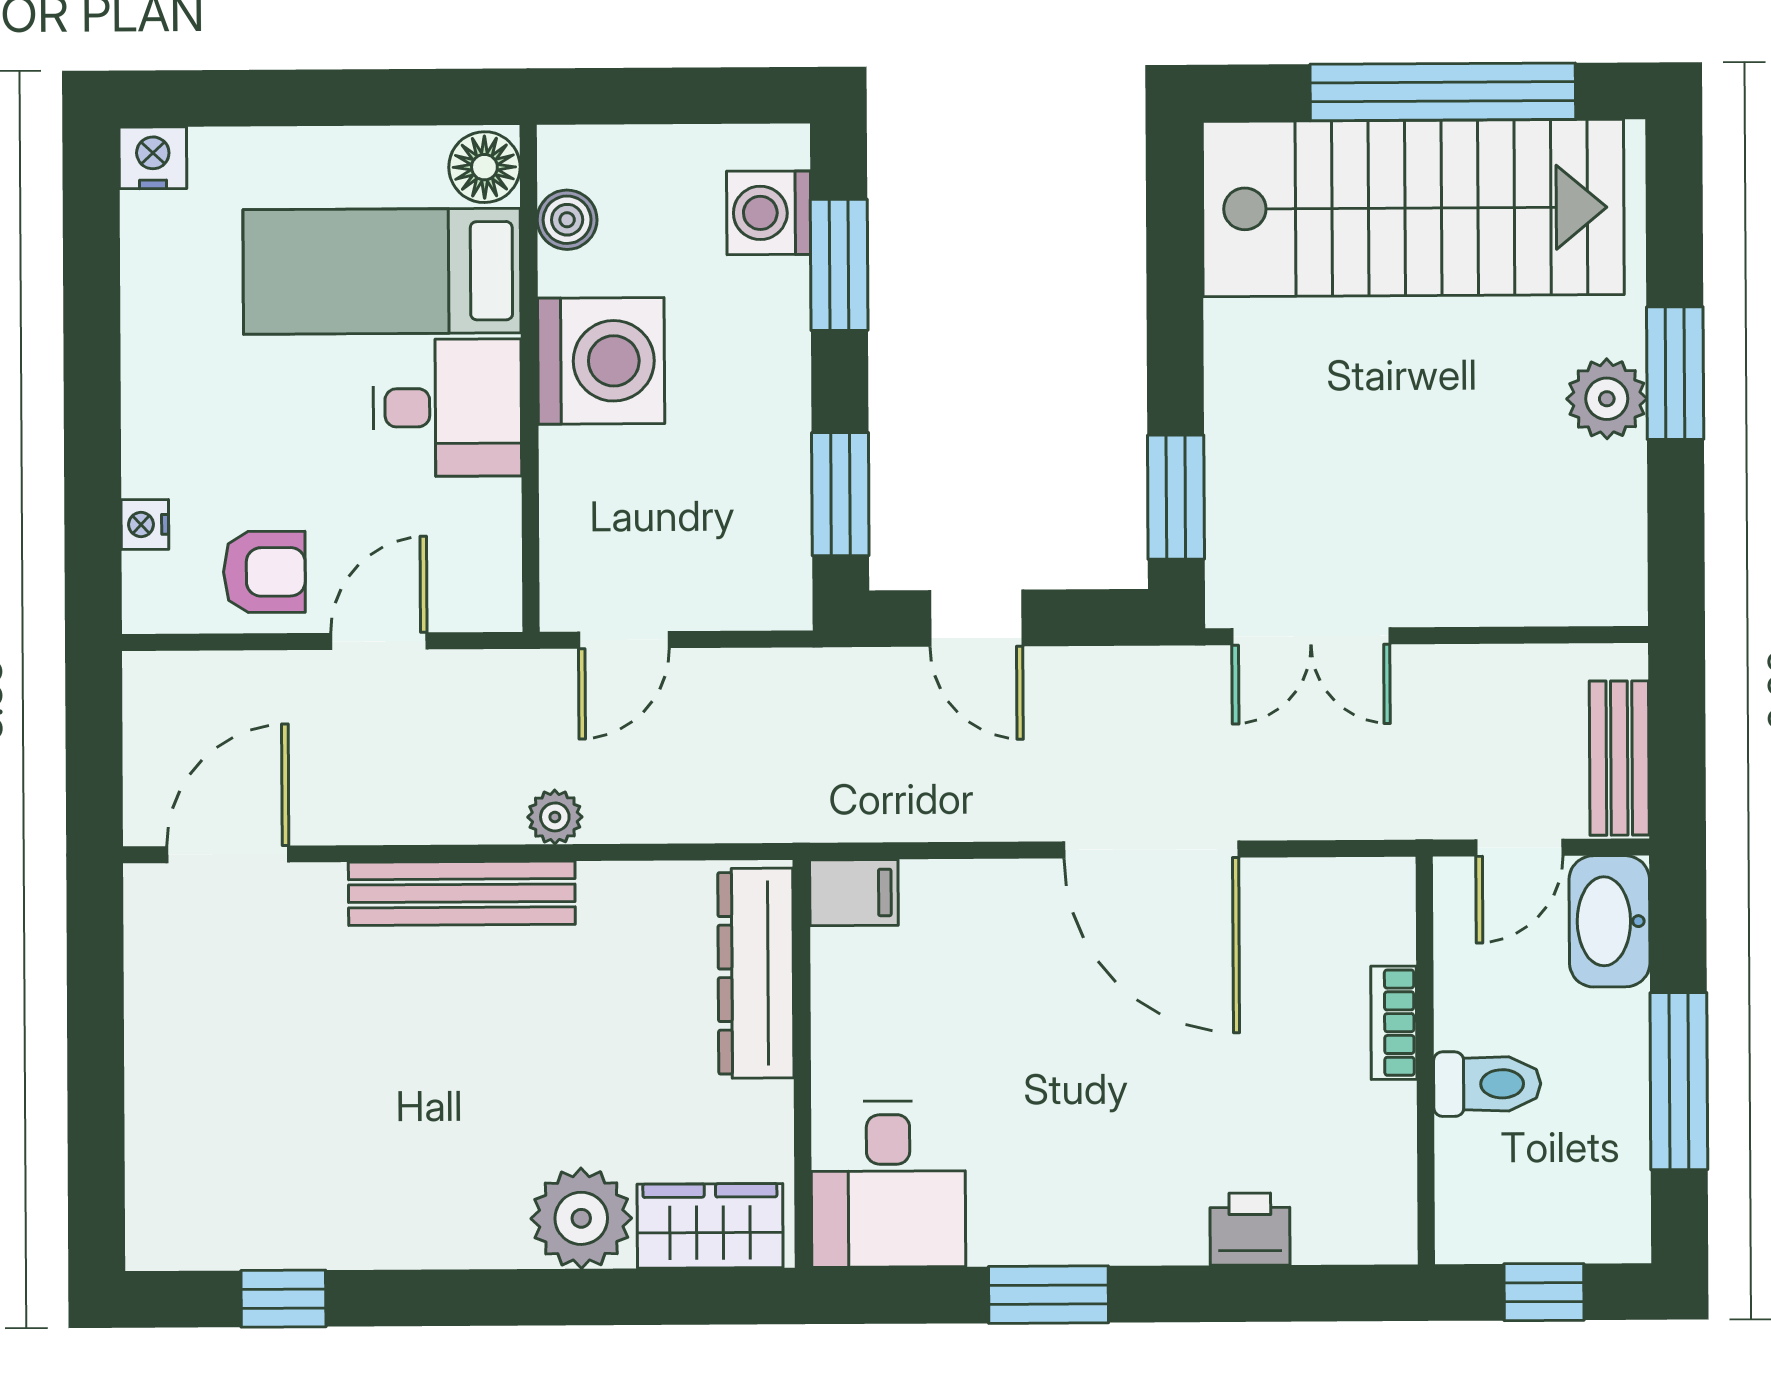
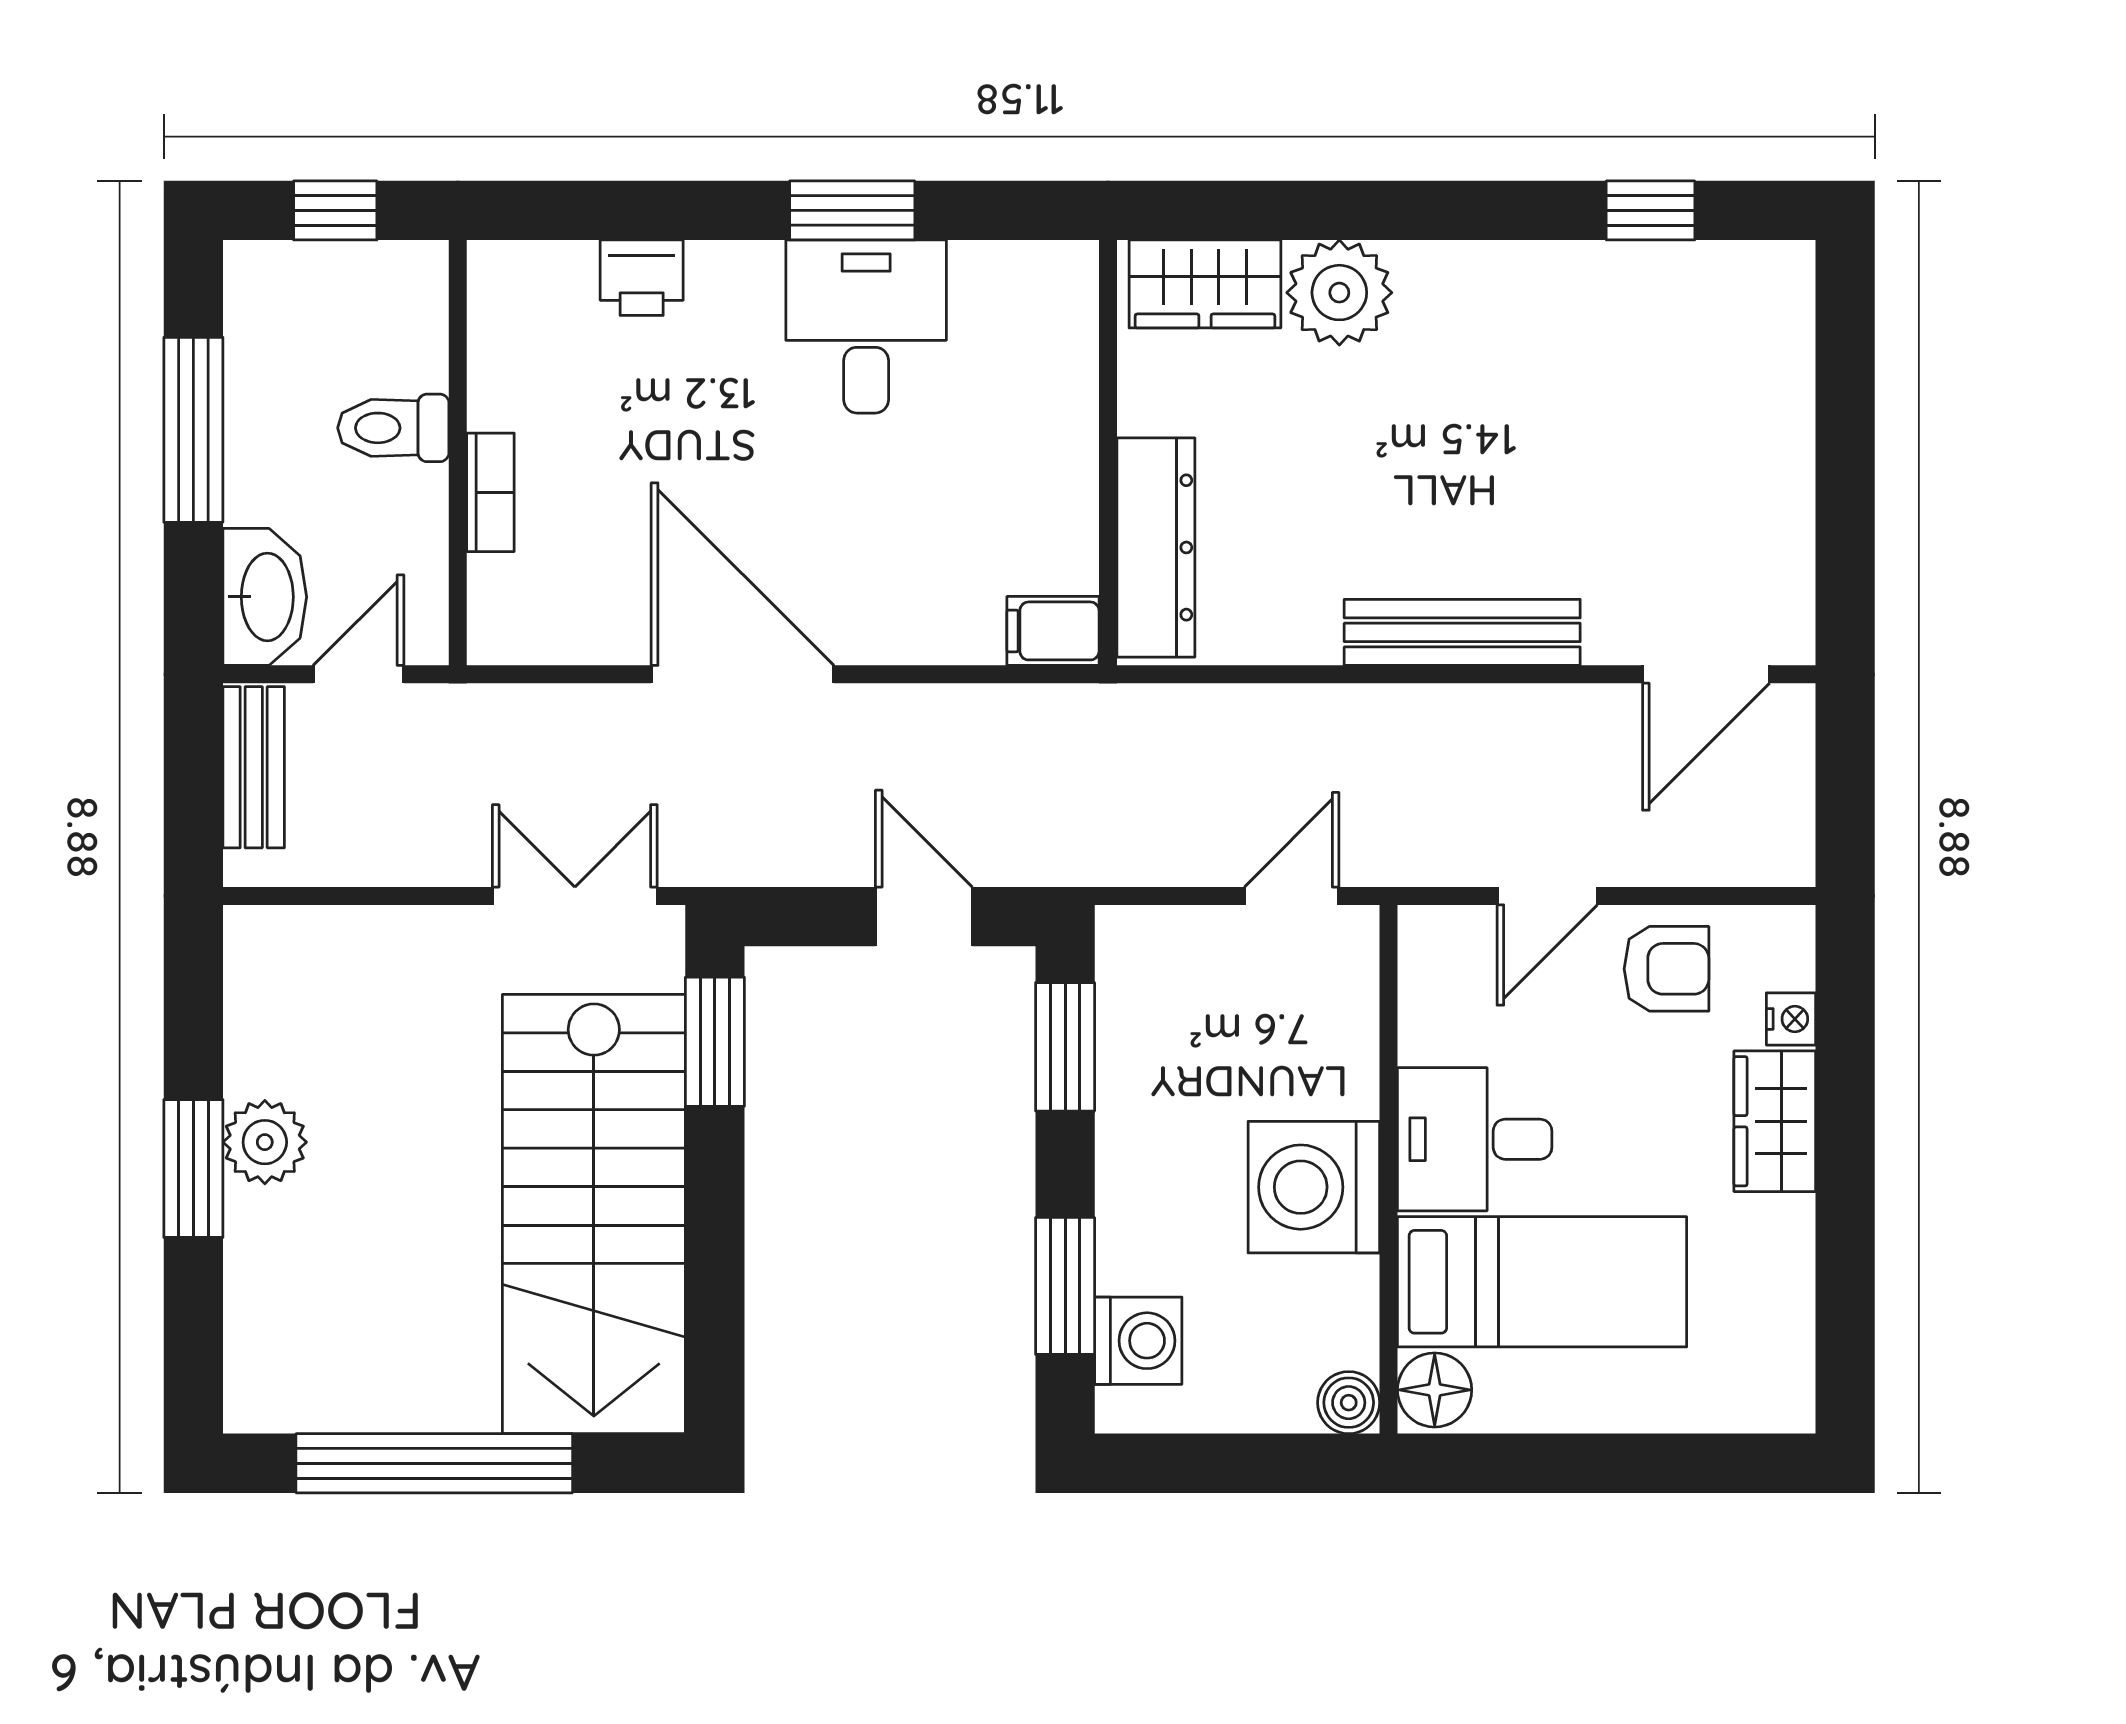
nightstand: (153, 158) -> (1781, 1401), removed
stairs: (1413, 208) -> (594, 1214), moved, turned -90
boiler: (567, 220) -> (1349, 1403), moved
wardrobe: (160, 426) -> (1775, 1121), added
armchair: (264, 572) -> (1666, 969), turned 180
plant: (555, 817) -> (1365, 712), removed
desk: (888, 1184) -> (866, 327), moved

